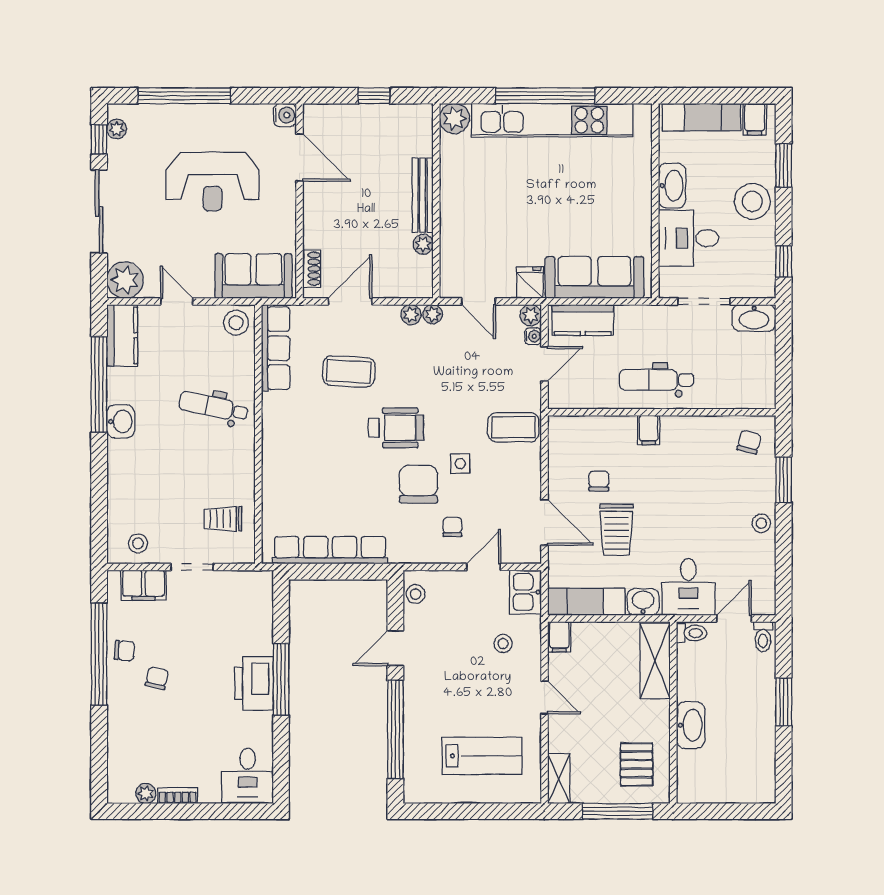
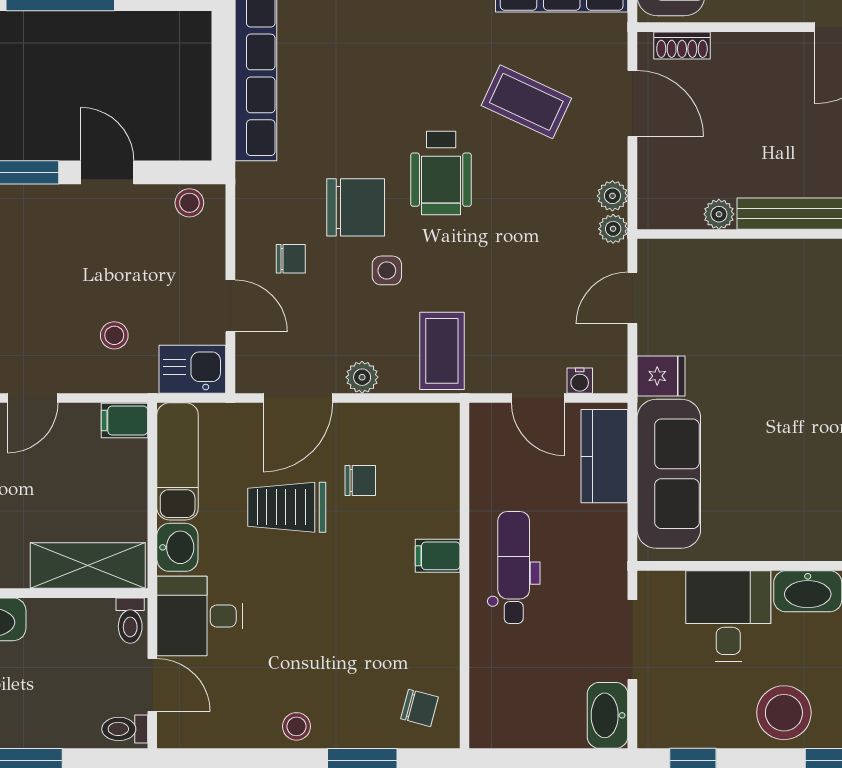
plant: (531, 315) -> (362, 377), moved
coffee table: (349, 371) -> (526, 102), turned -68

